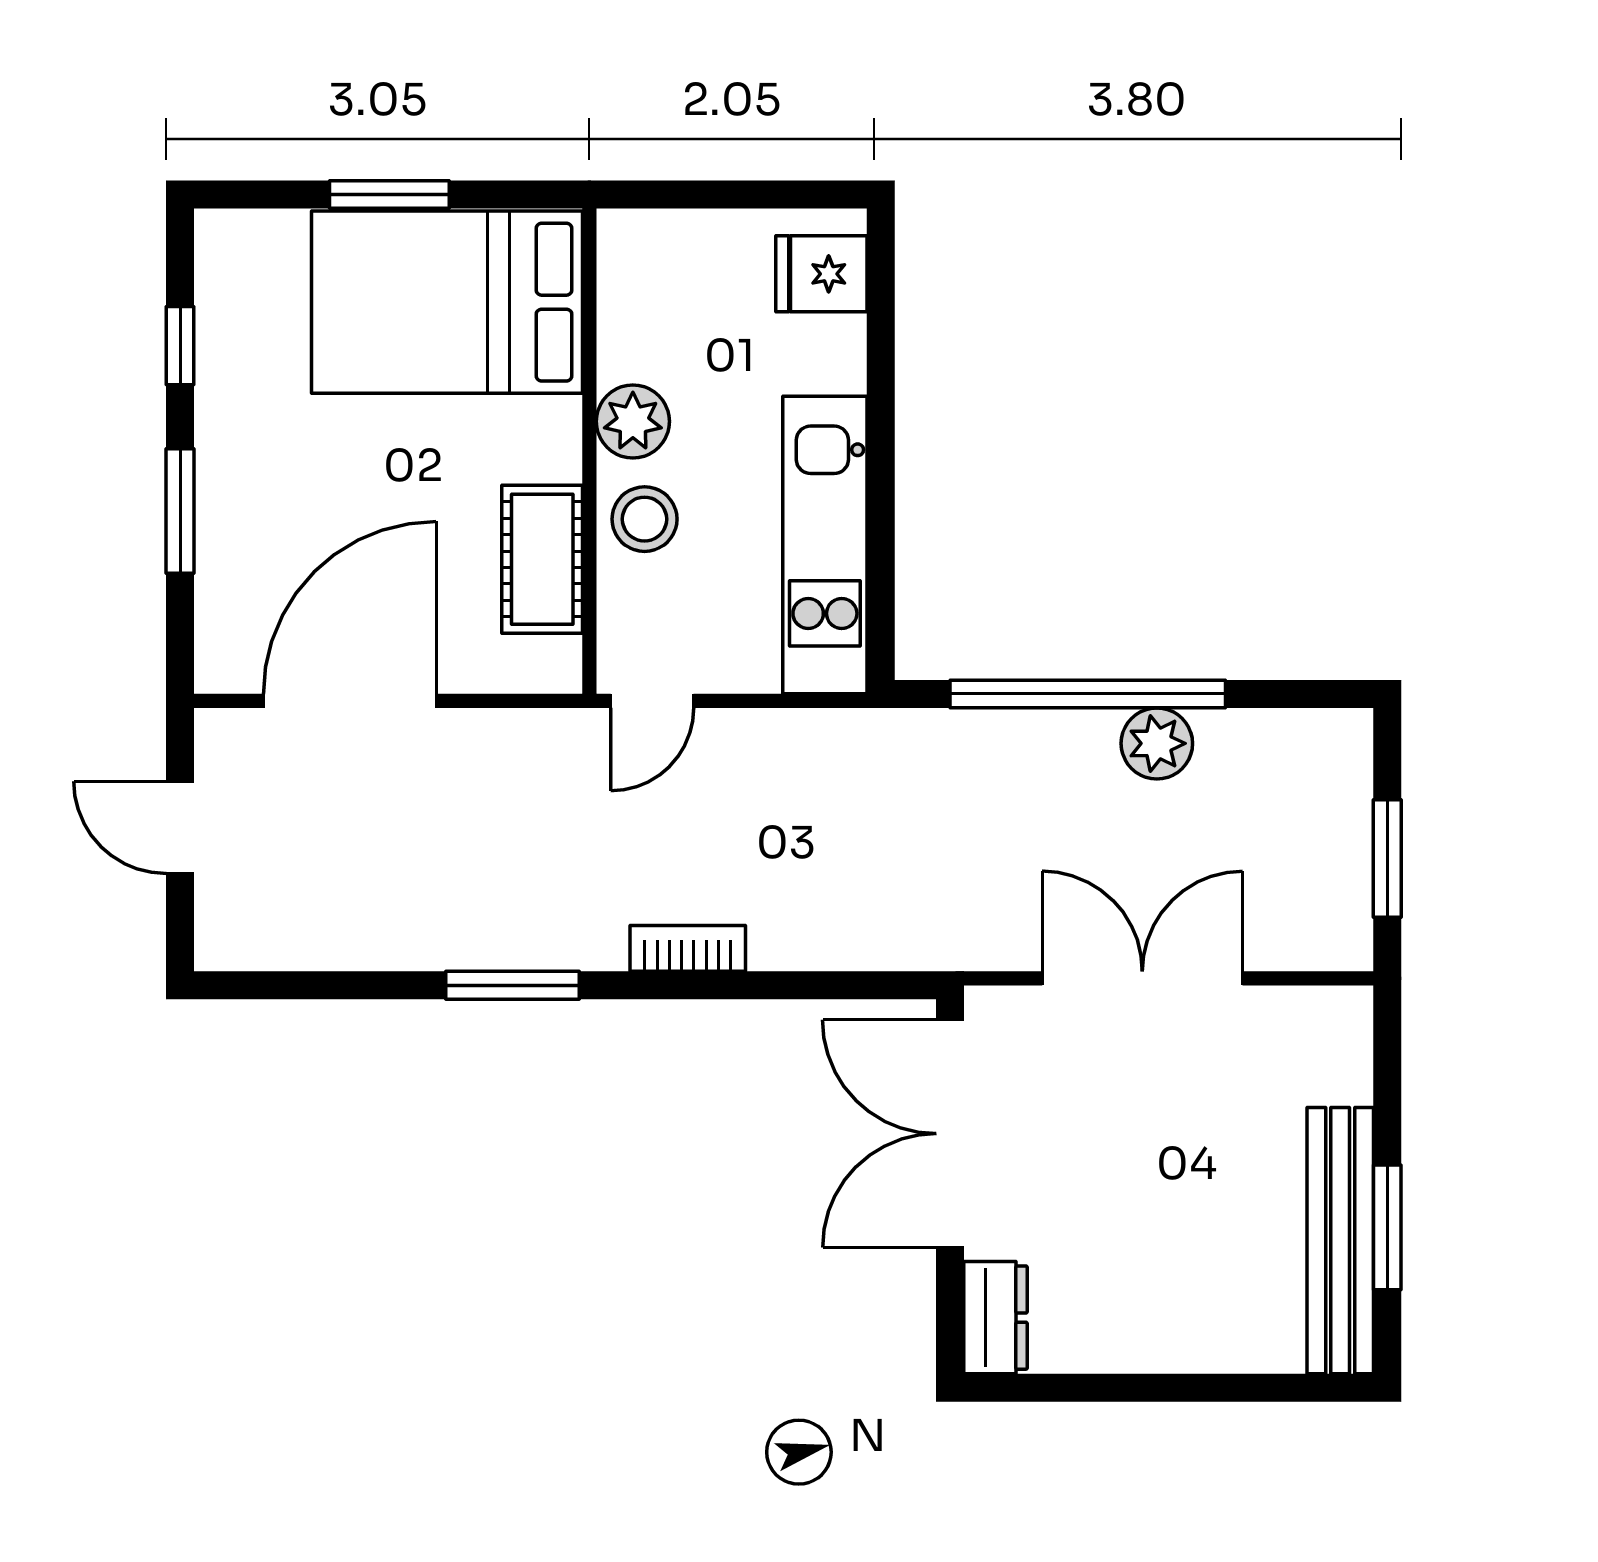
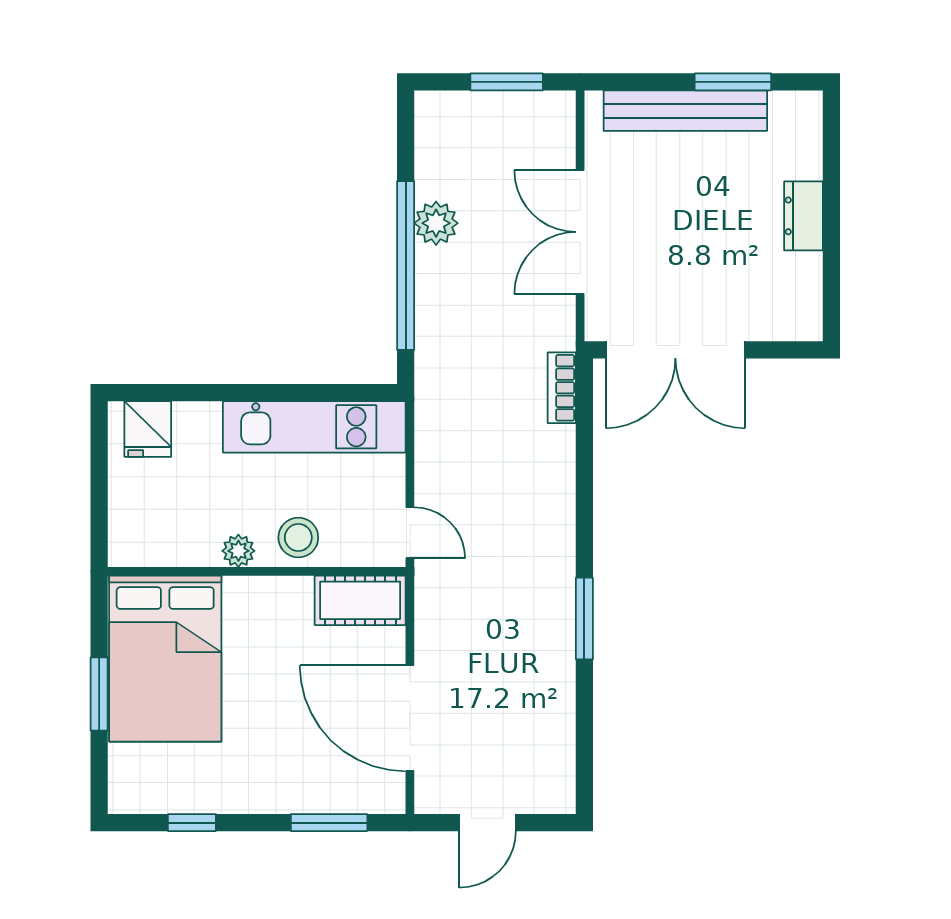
plant: (633, 421) -> (238, 551), width x0.73, depth x0.73
window: (180, 511) -> (329, 823), moved
cot: (542, 559) -> (360, 600), moved
bookcase: (688, 948) -> (562, 388), moved
bench: (1340, 1241) -> (685, 111), moved
dresser: (996, 1318) -> (803, 216), moved, turned -90

